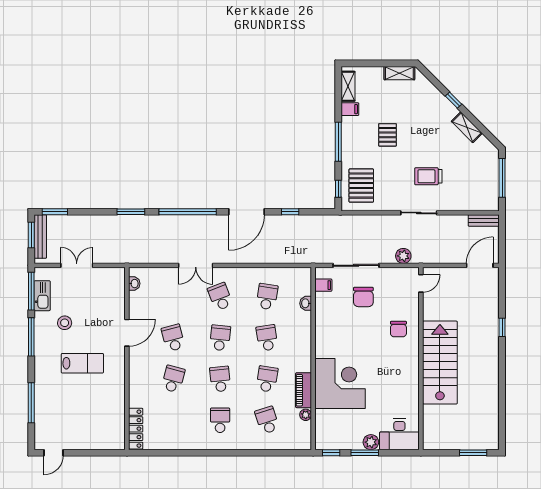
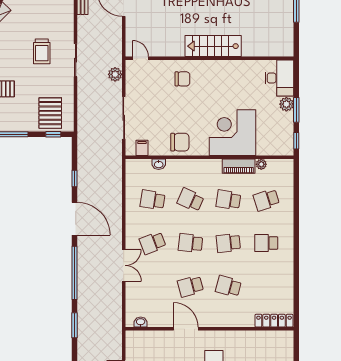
pallet: (361, 186) -> (50, 113), turned 90
chair: (363, 297) -> (180, 142), moved
school desk: (267, 338) -> (190, 200), turned 33
stairs: (440, 363) -> (213, 46), width x0.73, depth x0.66

